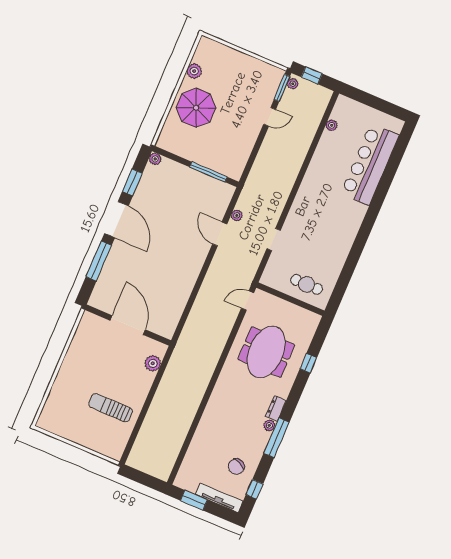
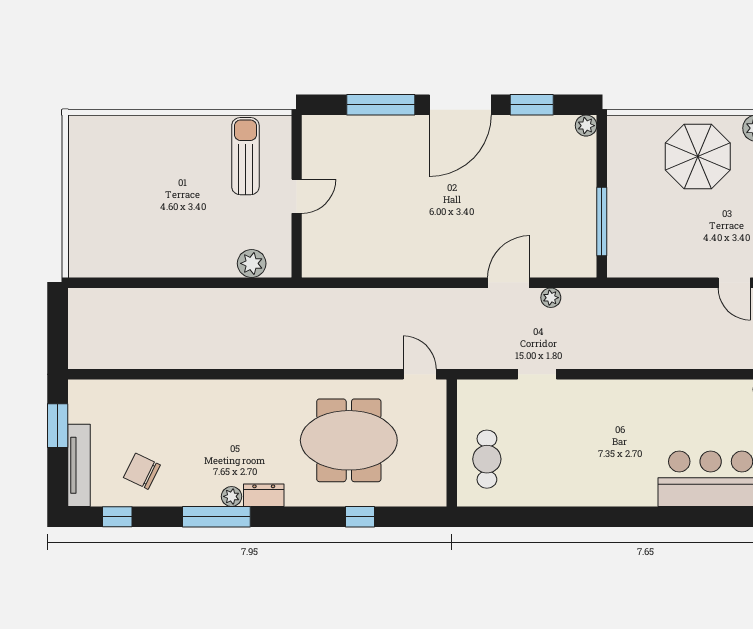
door: (128, 325) -> (297, 196), width x0.53
sun lounger: (111, 408) -> (245, 156), moved

